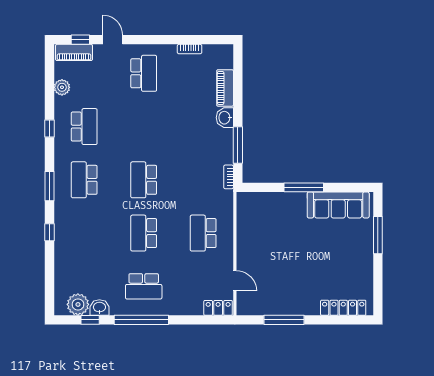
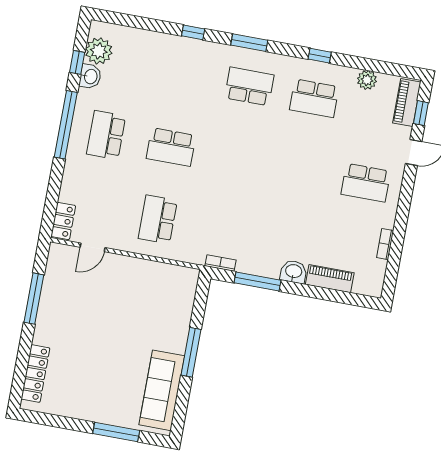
school desk: (144, 180) -> (236, 159), removed
school desk: (144, 233) -> (171, 147), turned 180
school desk: (203, 233) -> (158, 220), turned -90

